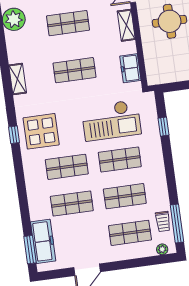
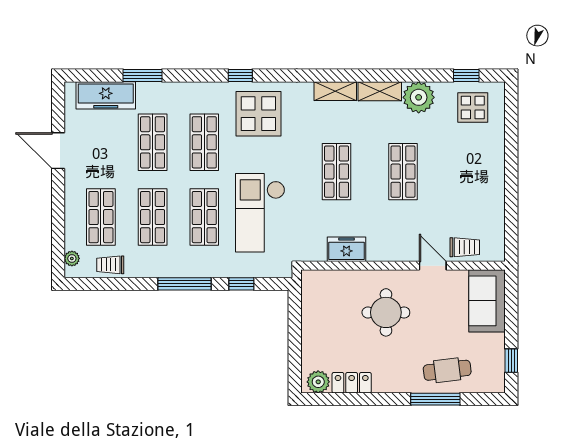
shelving: (126, 25) -> (380, 91), moved
freezer: (130, 68) -> (346, 249), moved
window: (14, 135) -> (240, 76), moved
window: (177, 224) -> (185, 284), moved
window: (30, 250) -> (143, 76), moved

